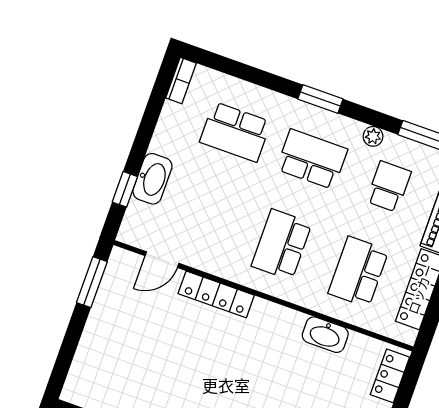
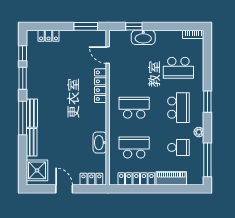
school desk: (235, 132) -> (178, 68), turned -90
locker: (84, 360) -> (49, 36), added

